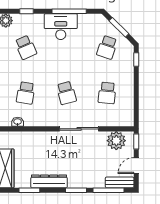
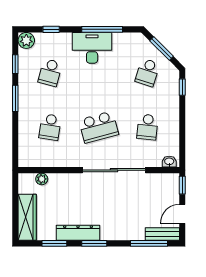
school desk: (26, 47) -> (50, 73), turned 39
school desk: (66, 93) -> (99, 127), width x1.85
washbasin: (18, 122) -> (169, 162), moved
sliding door: (79, 129) -> (114, 170), width x1.36
plant: (116, 141) -> (42, 179), moved, width x0.53, depth x0.53
window: (76, 190) -> (94, 243), moved

